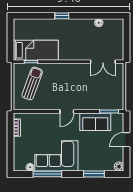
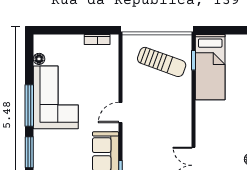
door: (67, 112) -> (121, 113), hinge flipped
window: (47, 174) -> (29, 105), moved

